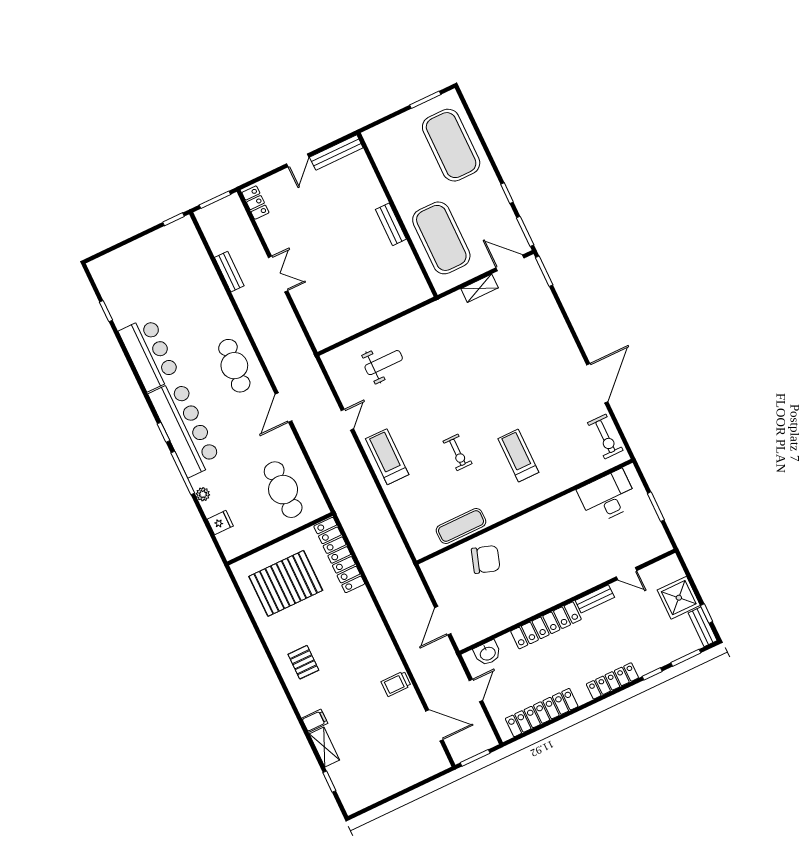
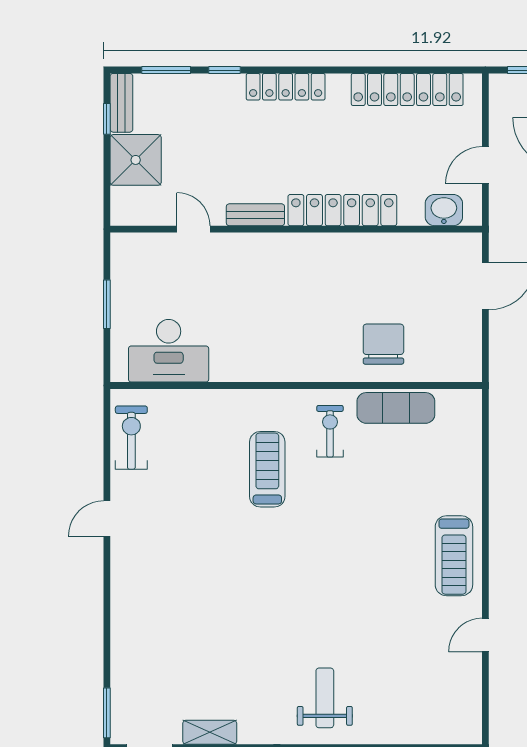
weight bench: (384, 363) -> (325, 698), moved, turned 90
door: (597, 383) -> (107, 519), width x0.53
exercise bike: (457, 452) -> (330, 431), moved
treadmill: (518, 455) -> (267, 469), turned 180
chair: (486, 559) -> (383, 344), turned 72

